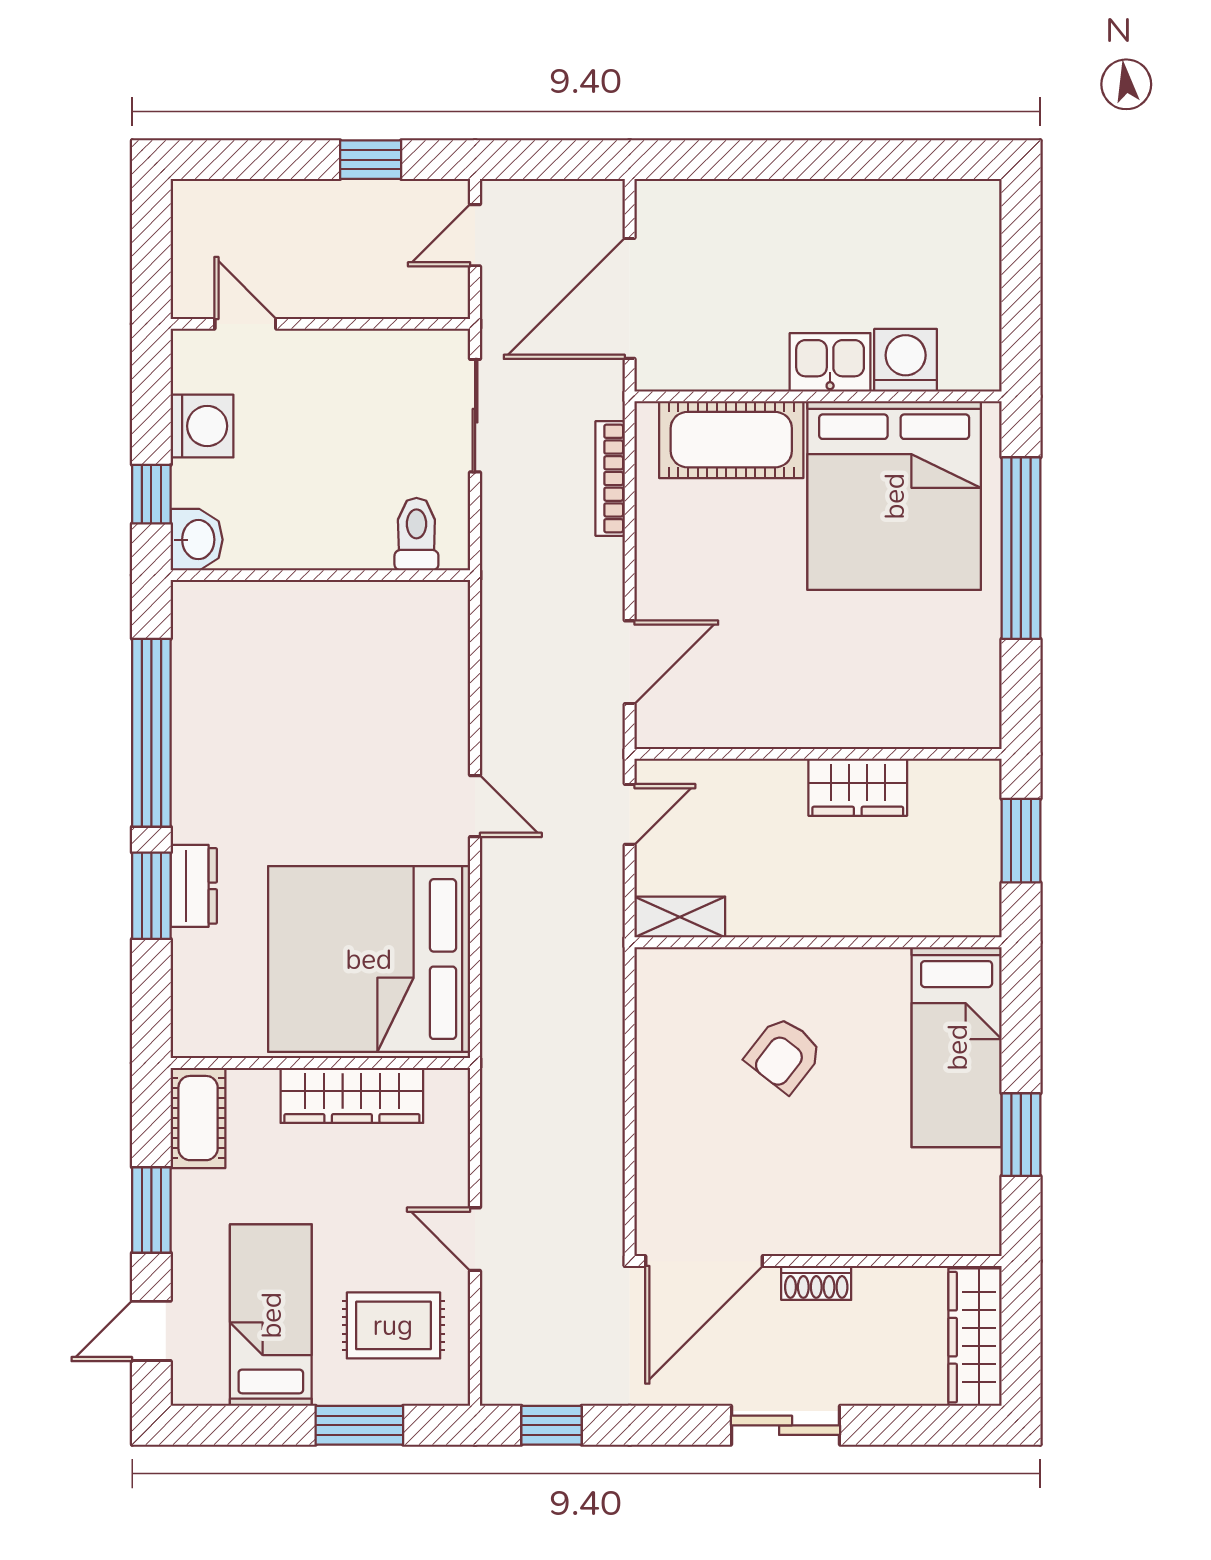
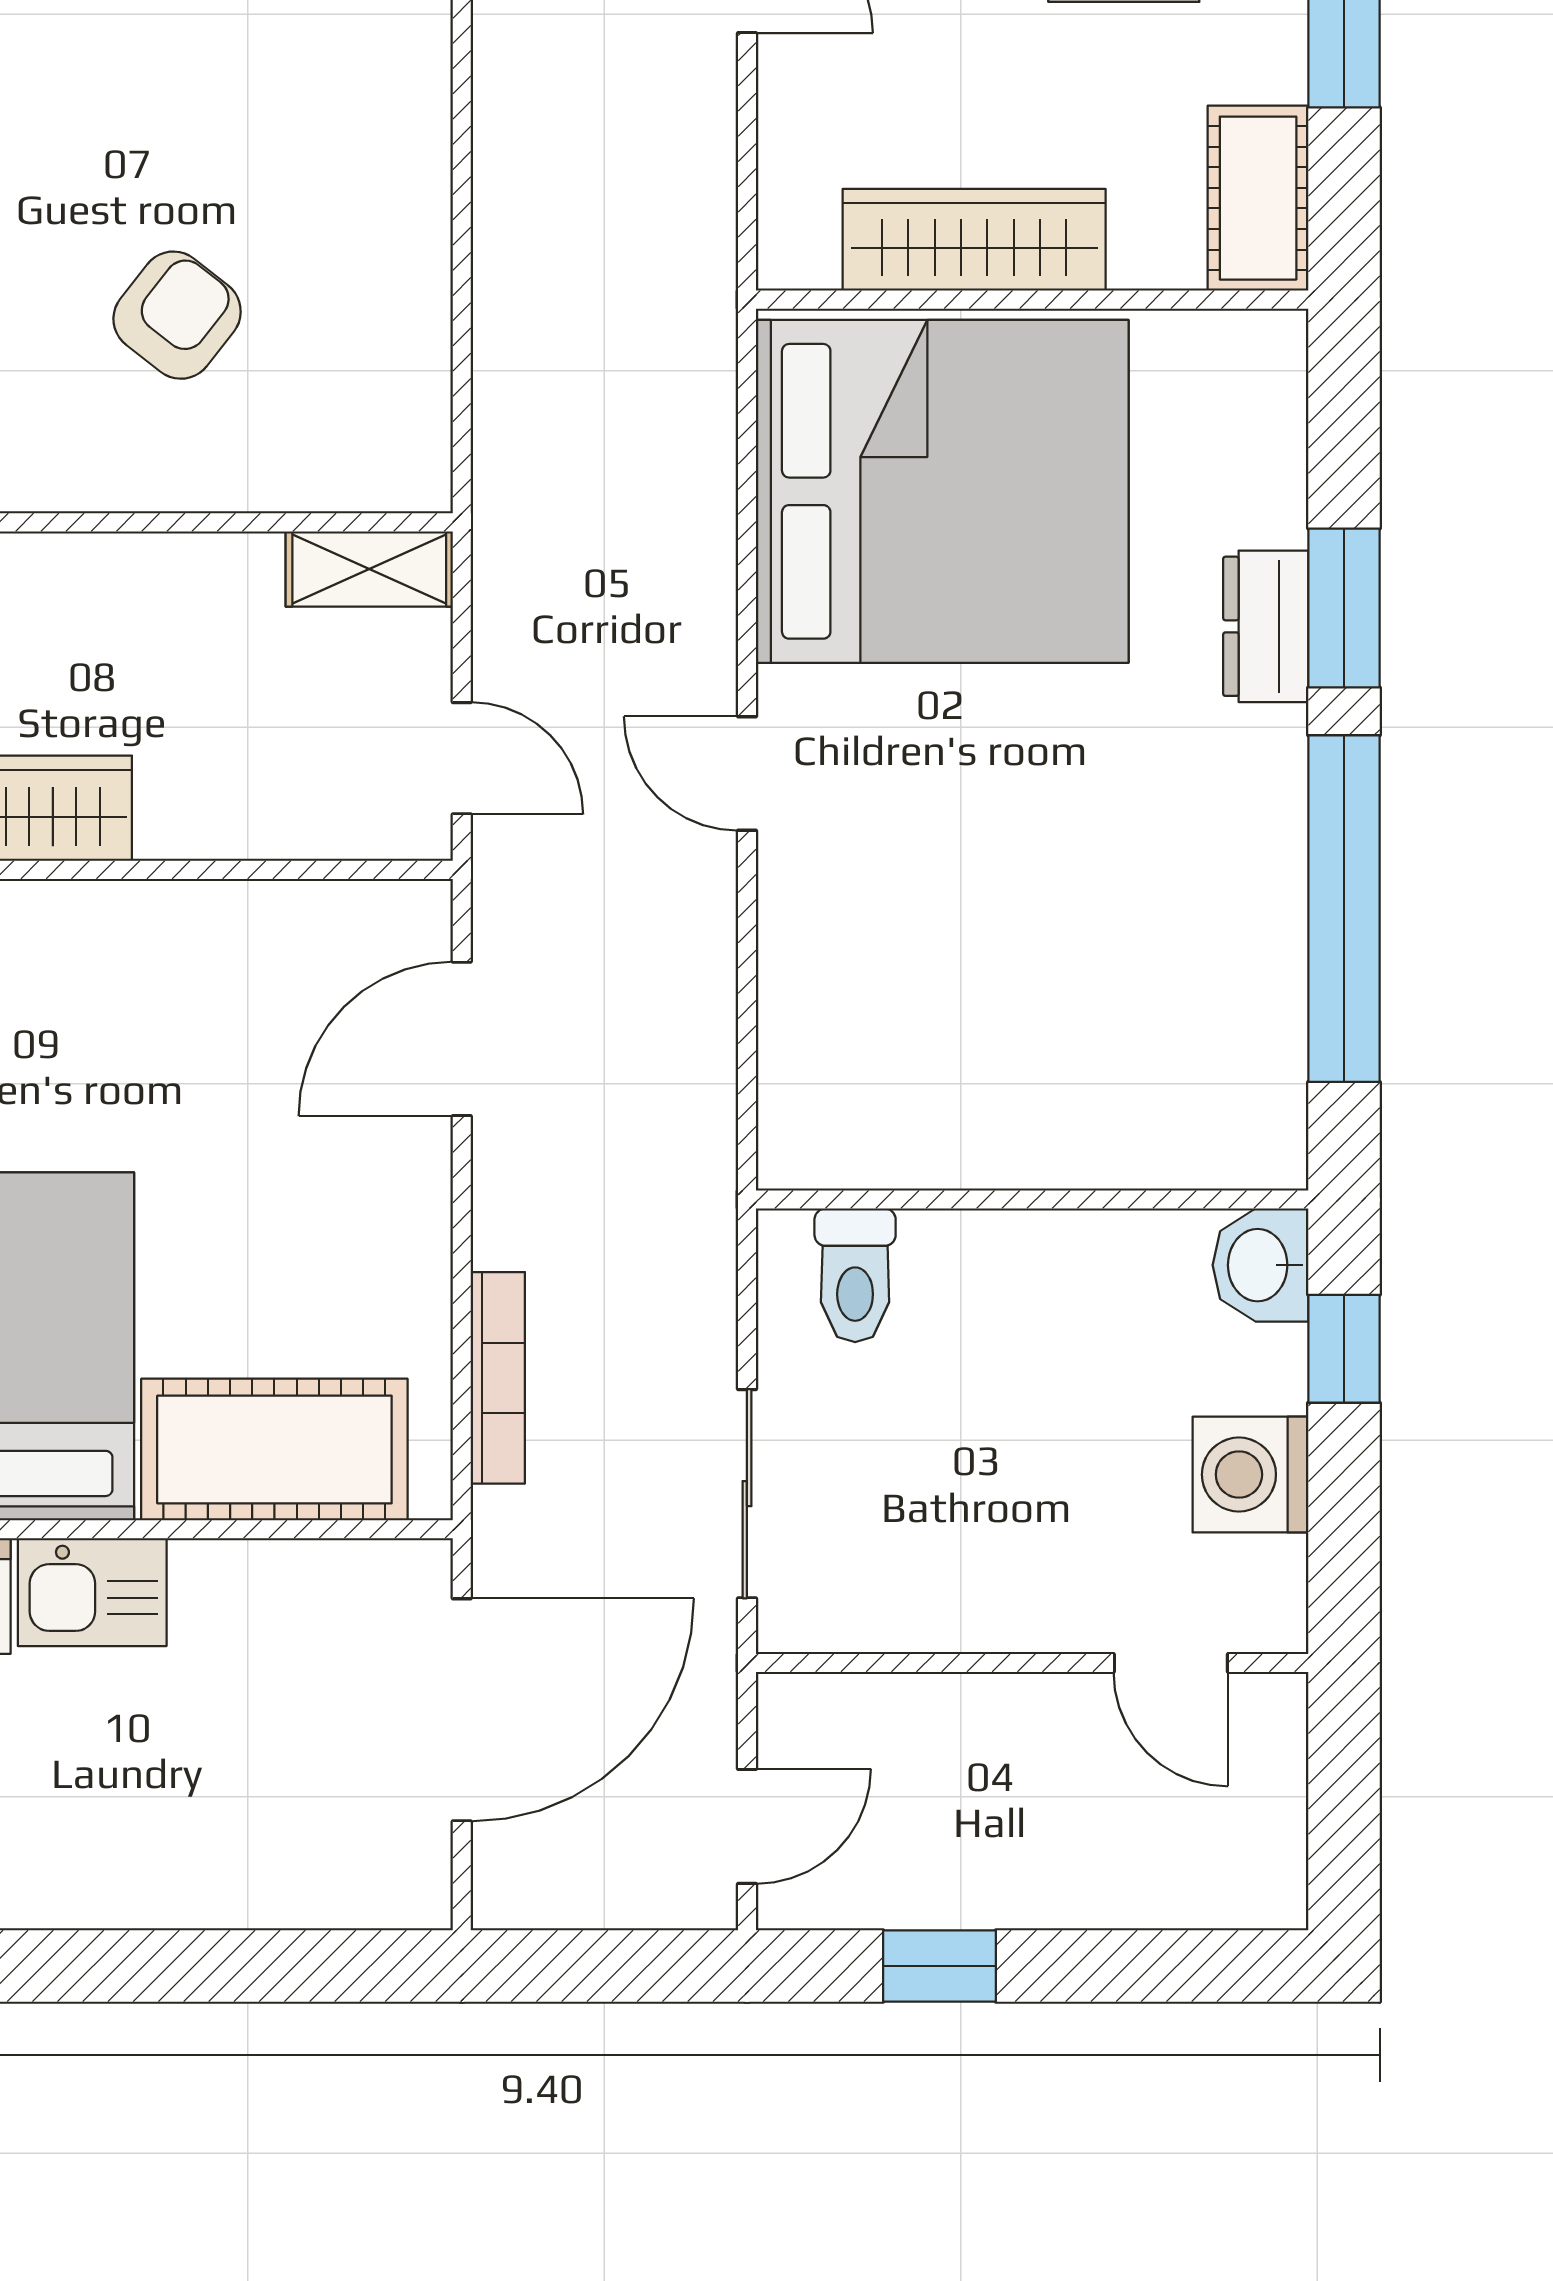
door: (630, 814) -> (462, 758), swing flipped

